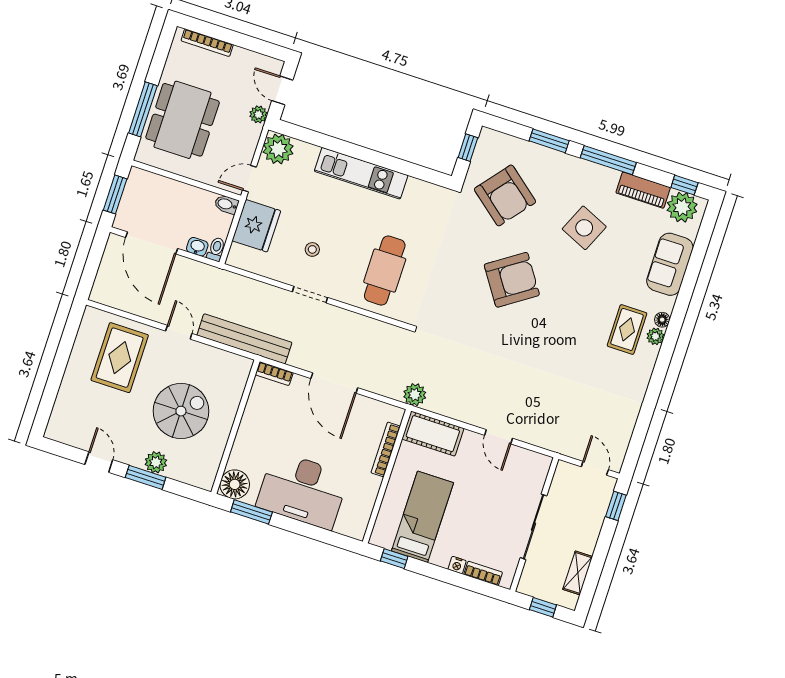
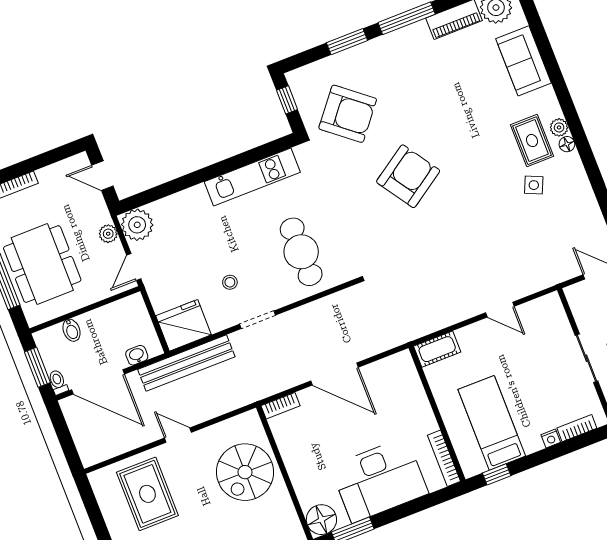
plant: (258, 114) -> (108, 234), moved
kitchen unit: (361, 173) -> (252, 177), moved
bidet: (227, 204) -> (72, 330), moved, turned -90
fridge: (256, 226) -> (183, 325), moved, turned -90
side table: (584, 228) -> (534, 185), moved, width x0.54, depth x0.54
toilet: (216, 249) -> (58, 382), moved
floor lamp: (662, 320) -> (567, 144), moved
bench: (244, 339) -> (186, 363), moved
plant: (415, 395) -> (406, 331), removed
spiral stairs: (181, 411) -> (245, 472), moved, turned 180
cot: (433, 434) -> (437, 349), width x0.73, depth x0.75
bookcase: (386, 449) -> (444, 458), moved
sliding door: (533, 527) -> (586, 358), width x0.73

